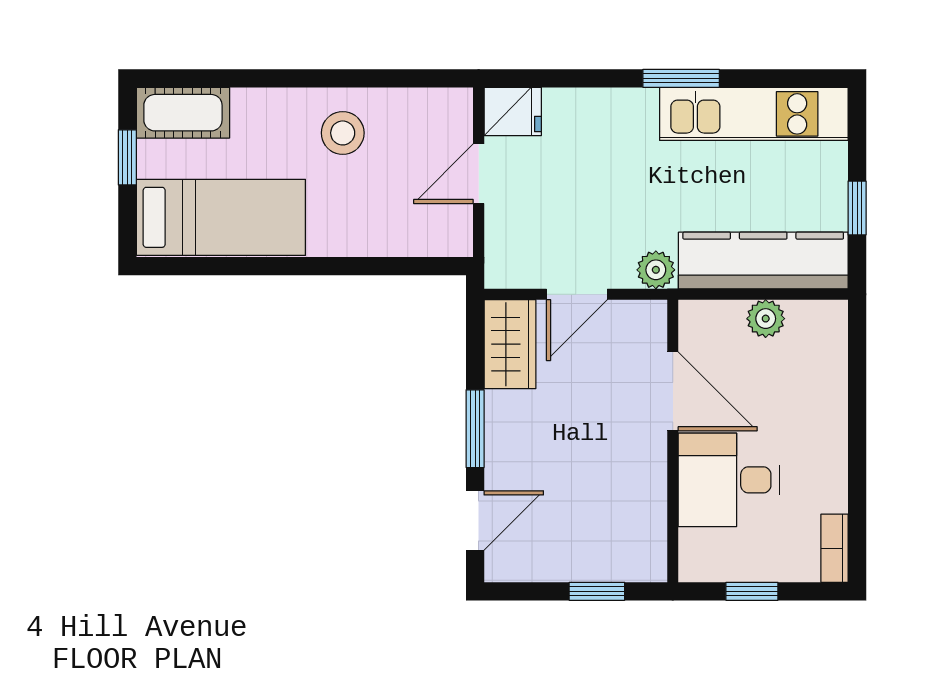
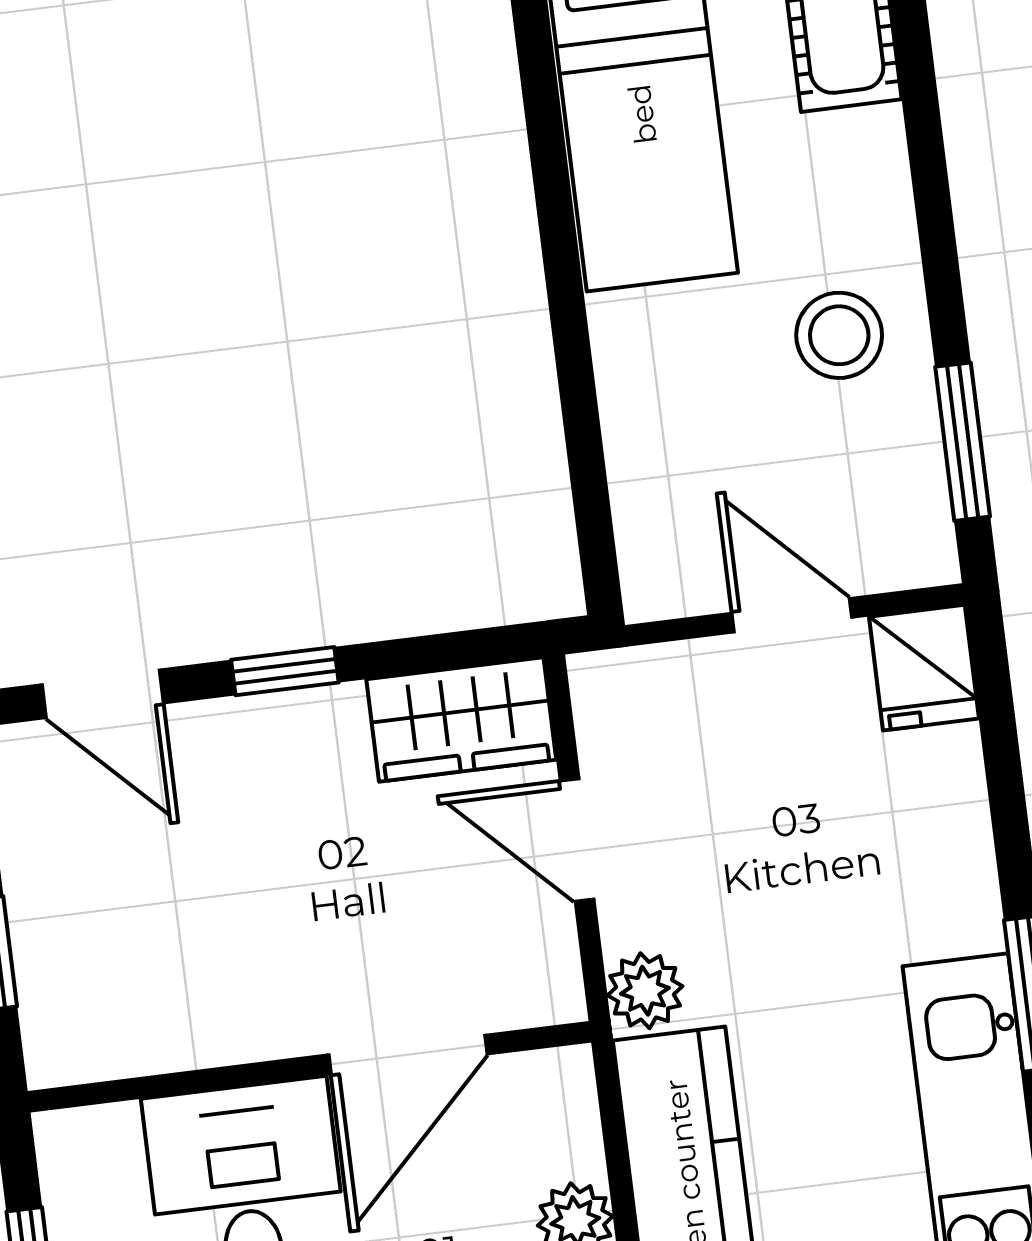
window: (403, 78) -> (963, 442), added
window: (475, 429) -> (285, 671), width x0.67

